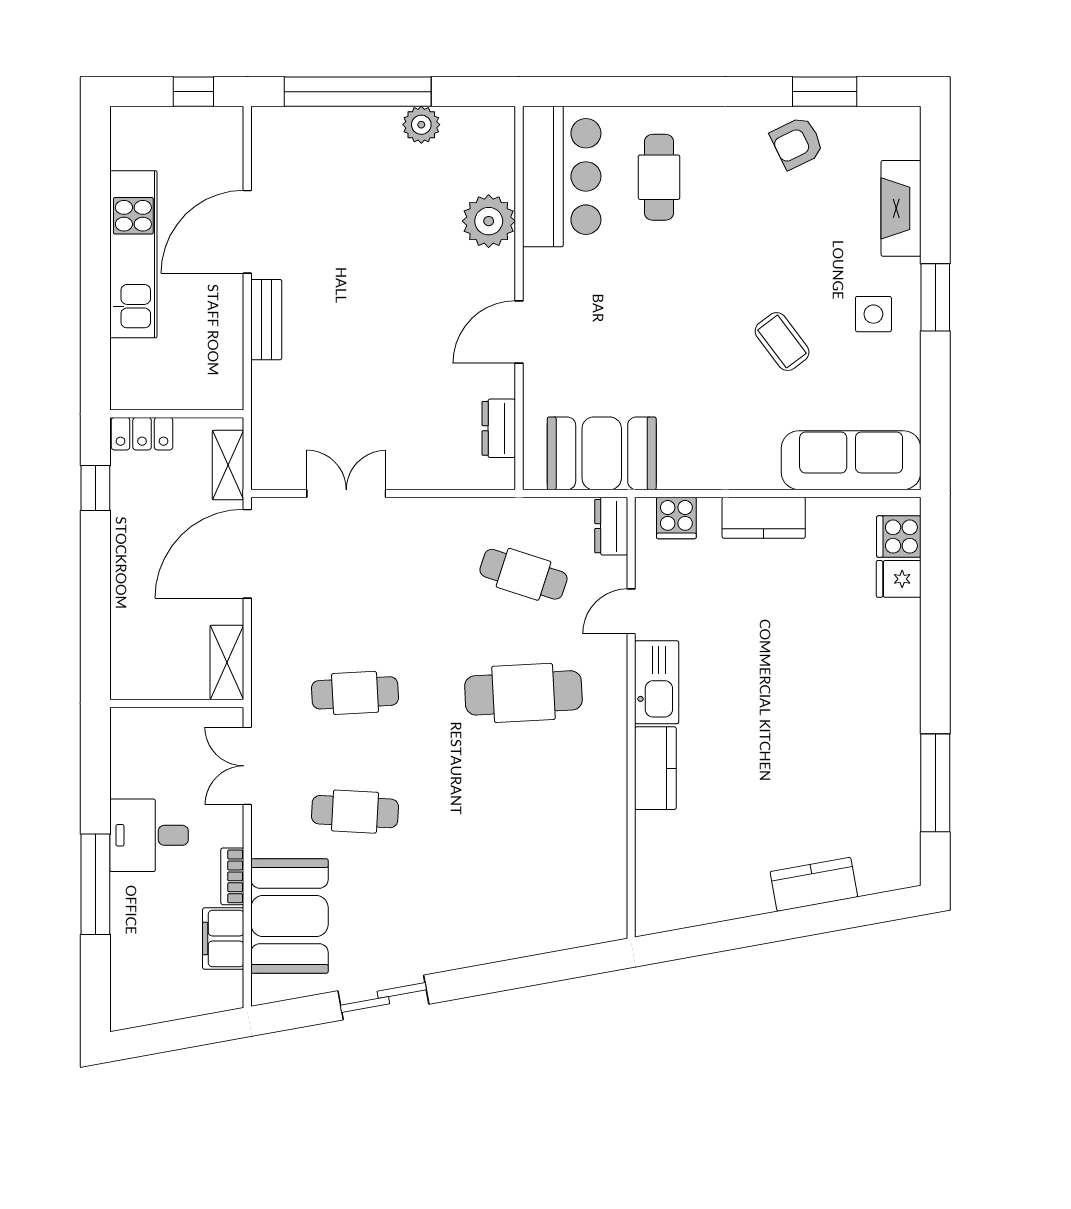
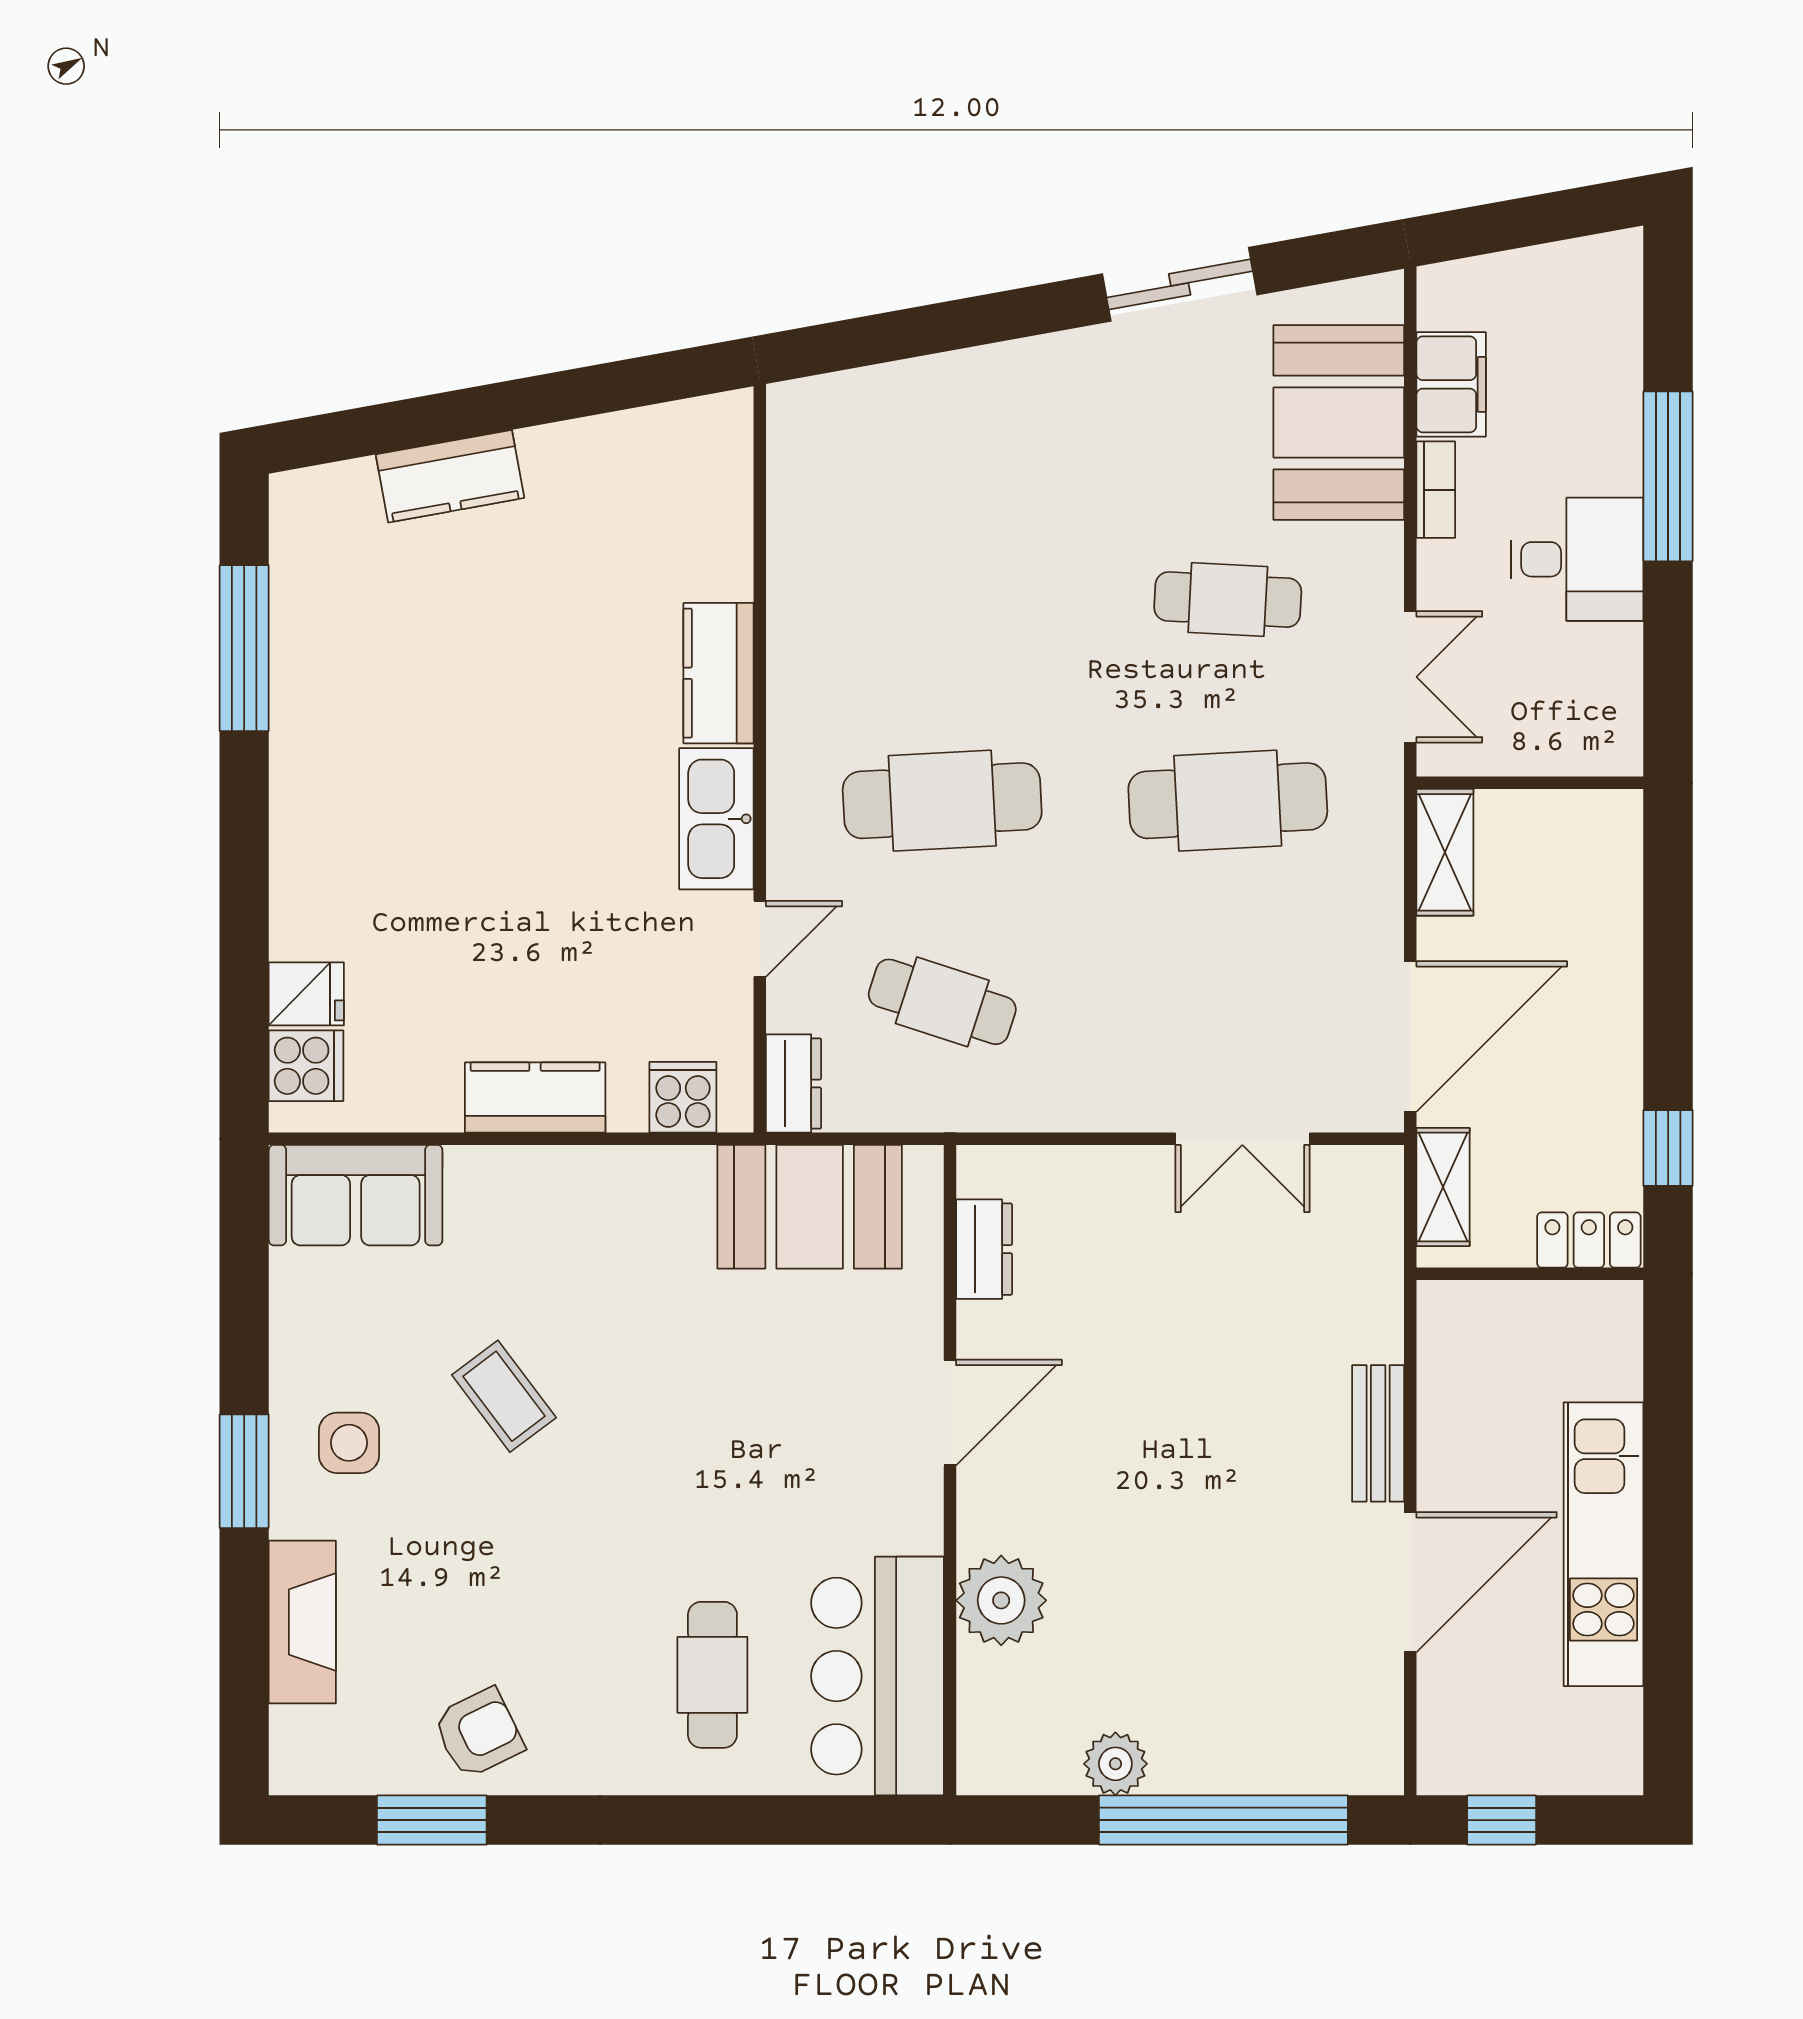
sofa: (851, 460) -> (356, 1195), width x0.73
cafe table: (355, 693) -> (1228, 801), width x1.37, depth x1.35

